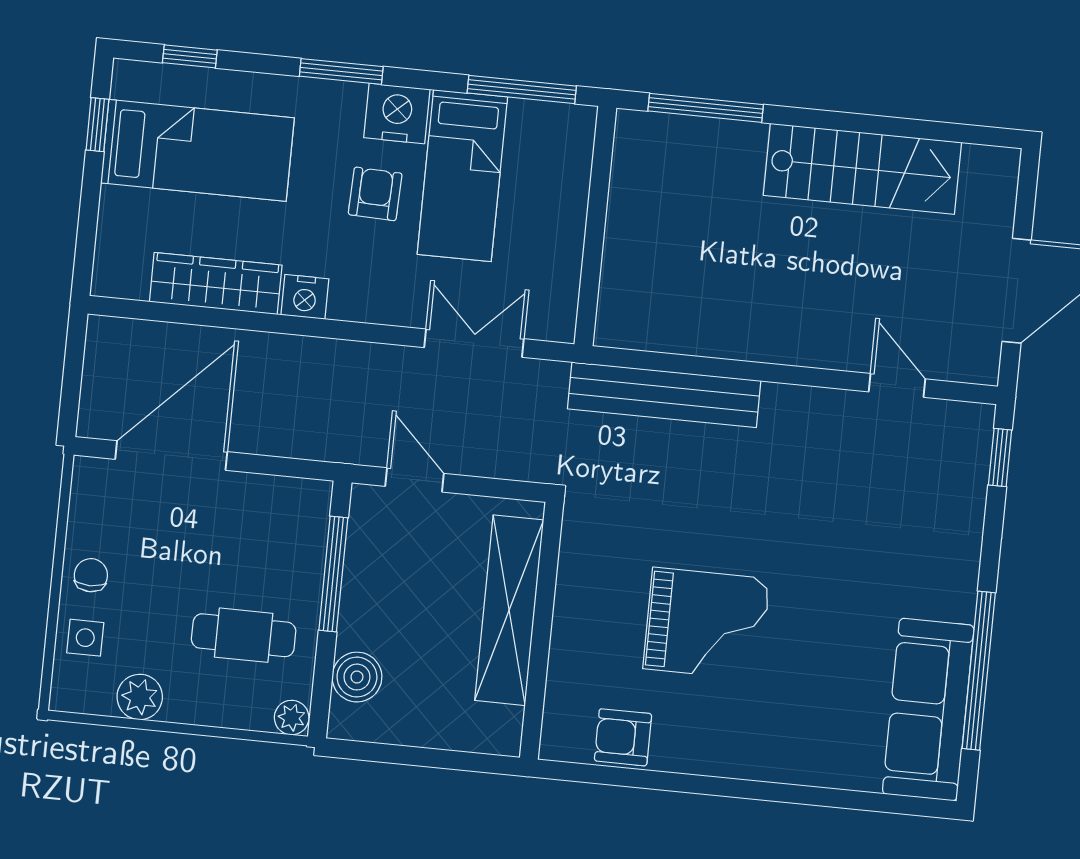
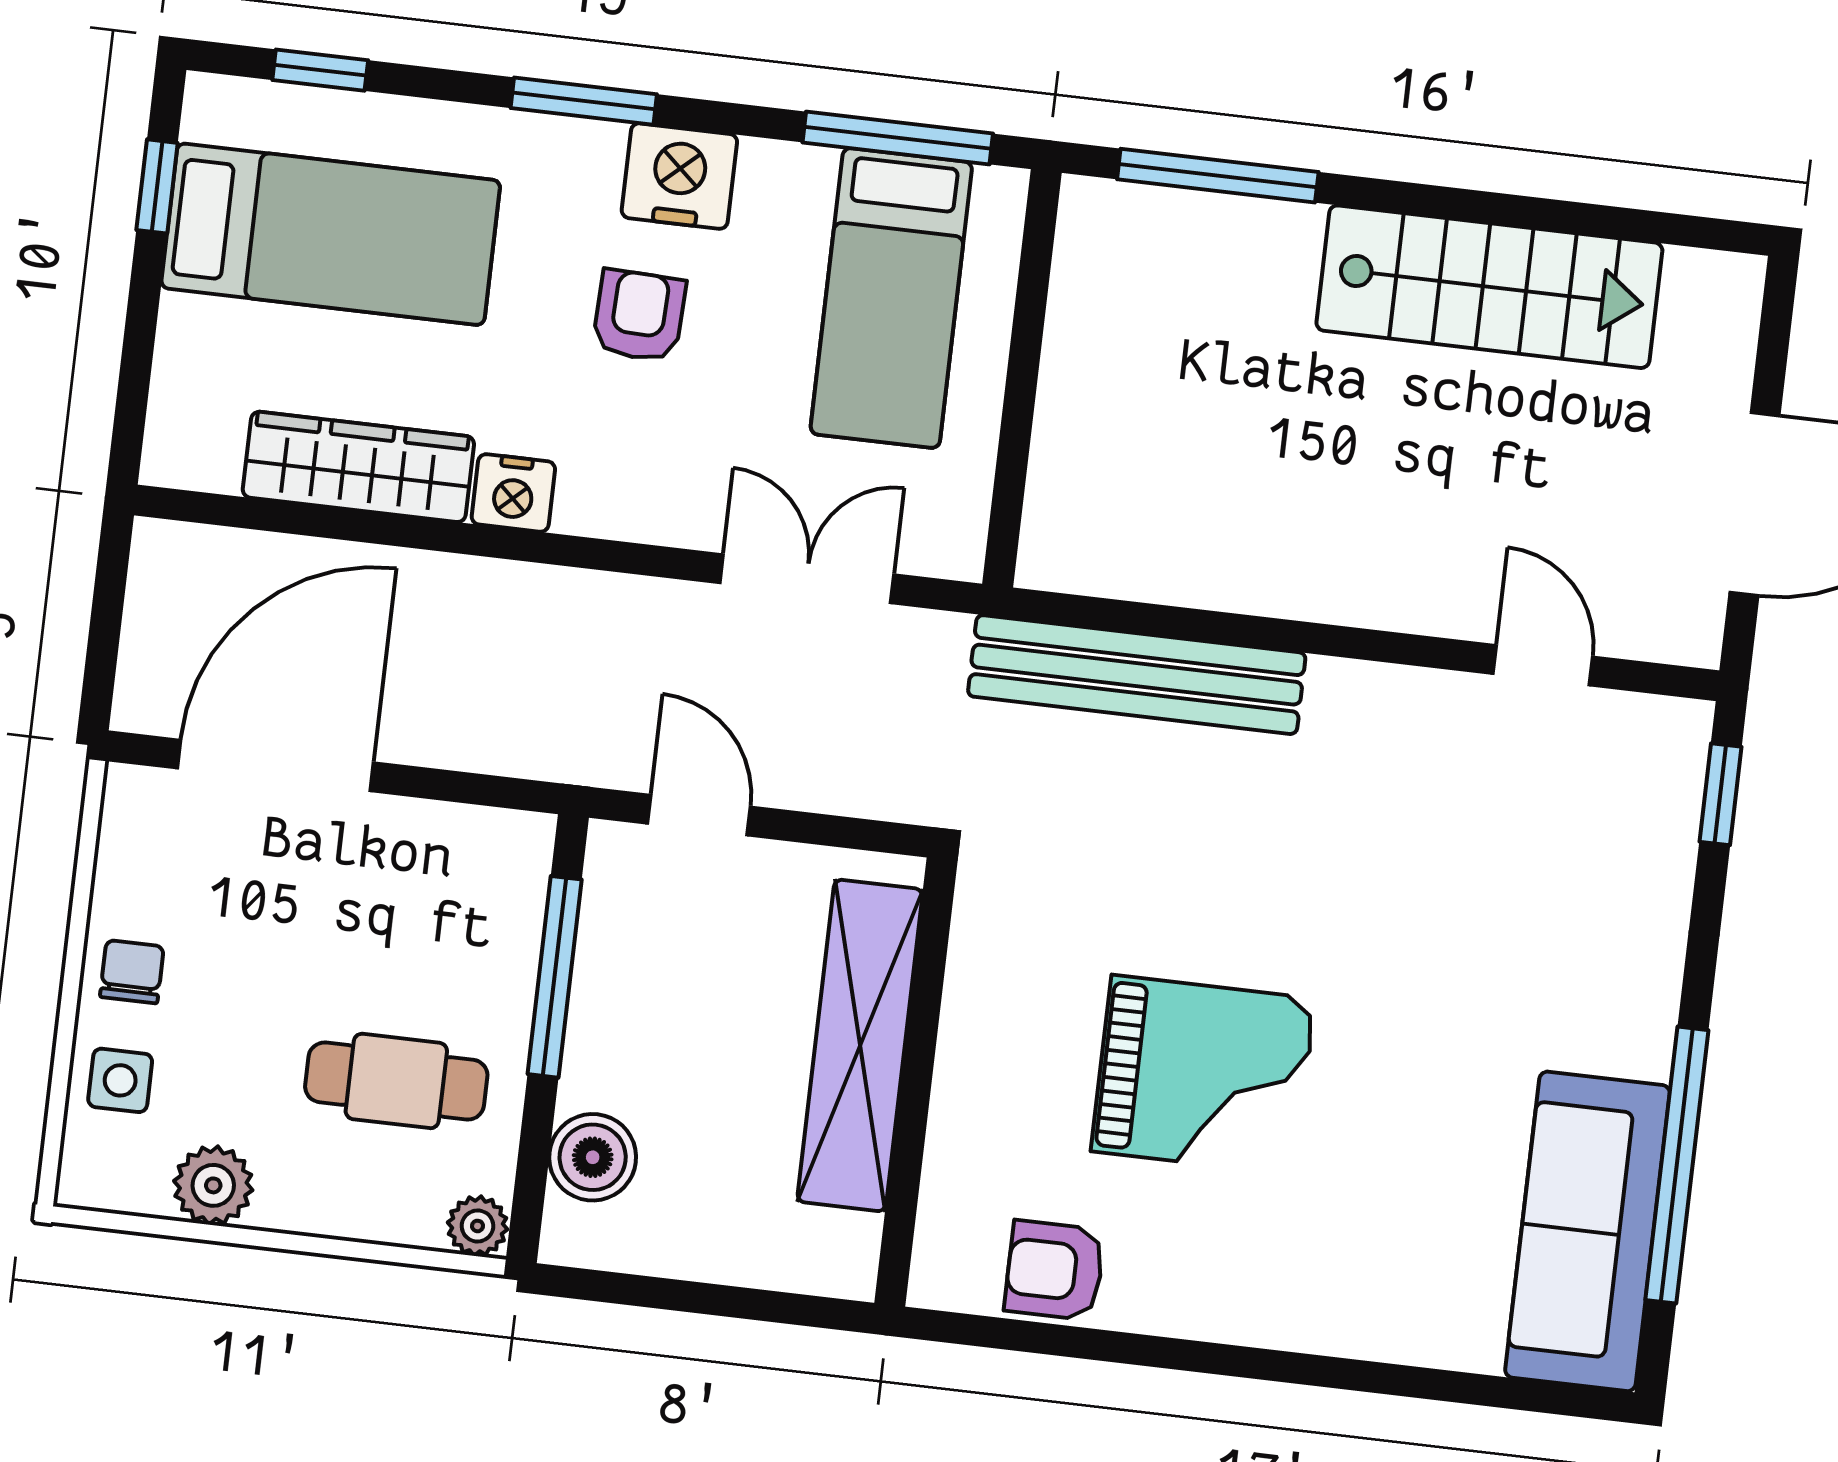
bed: (462, 176) -> (891, 298), moved

